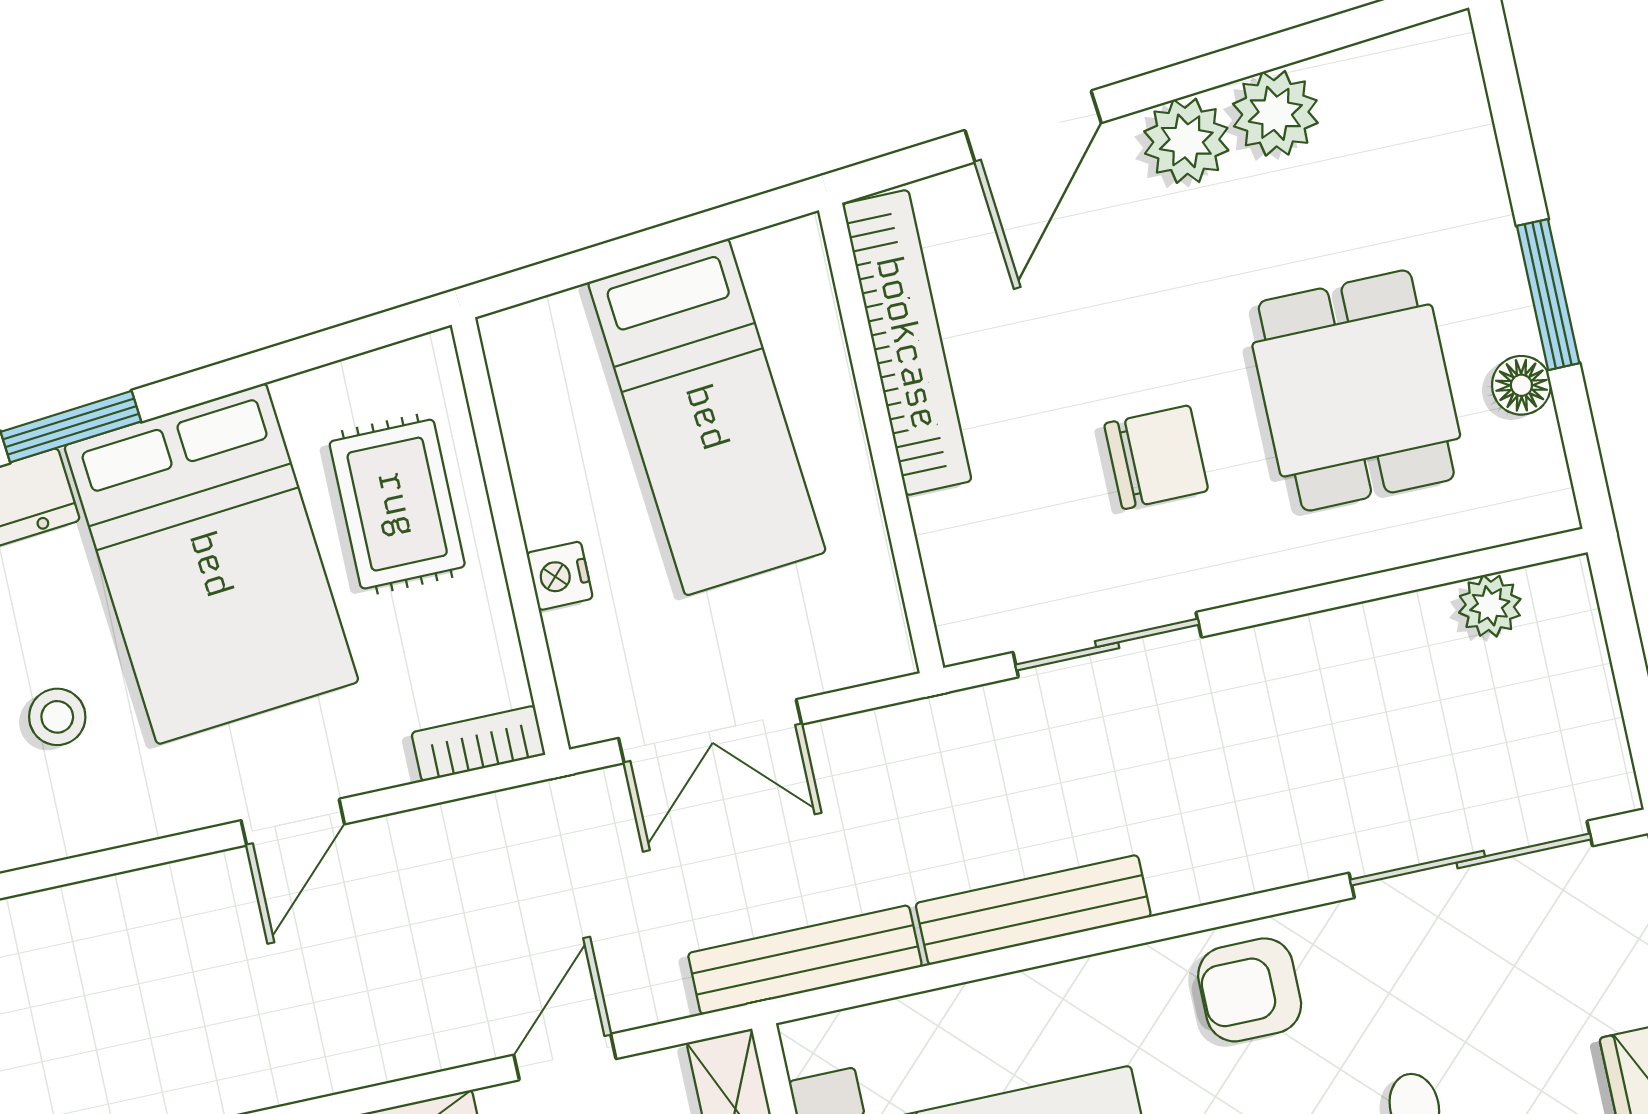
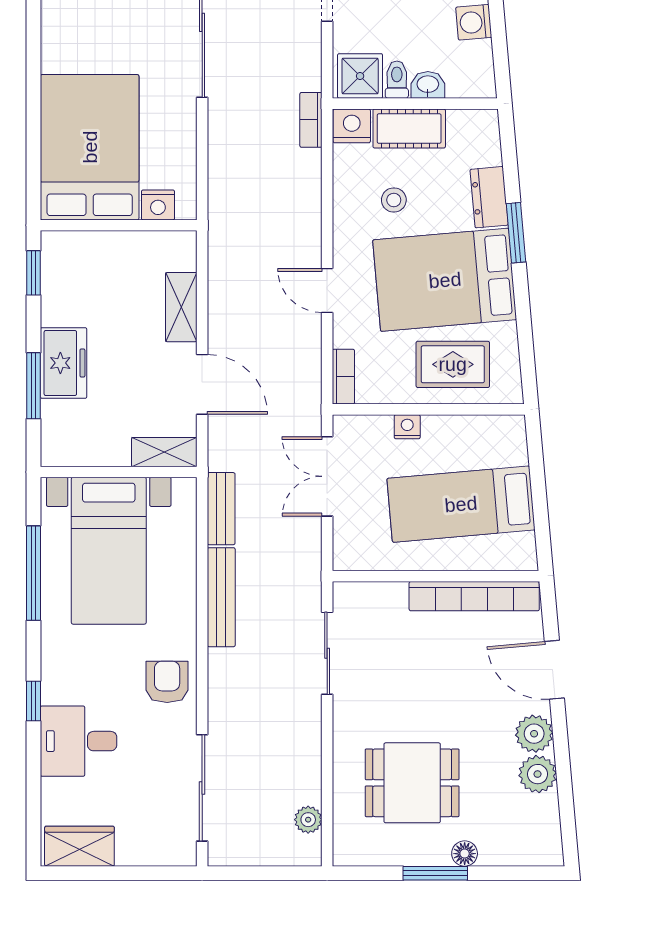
floor lamp: (1521, 385) -> (465, 854), moved
chair: (1156, 457) -> (402, 691), removed
bench: (805, 960) -> (221, 509), width x0.73
door: (565, 1057) -> (202, 384), width x1.38

